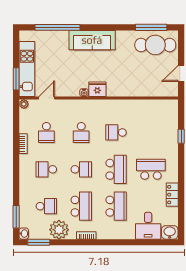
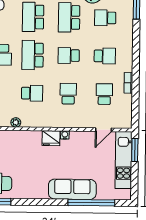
sofa: (92, 40) -> (72, 189), moved
plant: (24, 104) -> (16, 122), moved

